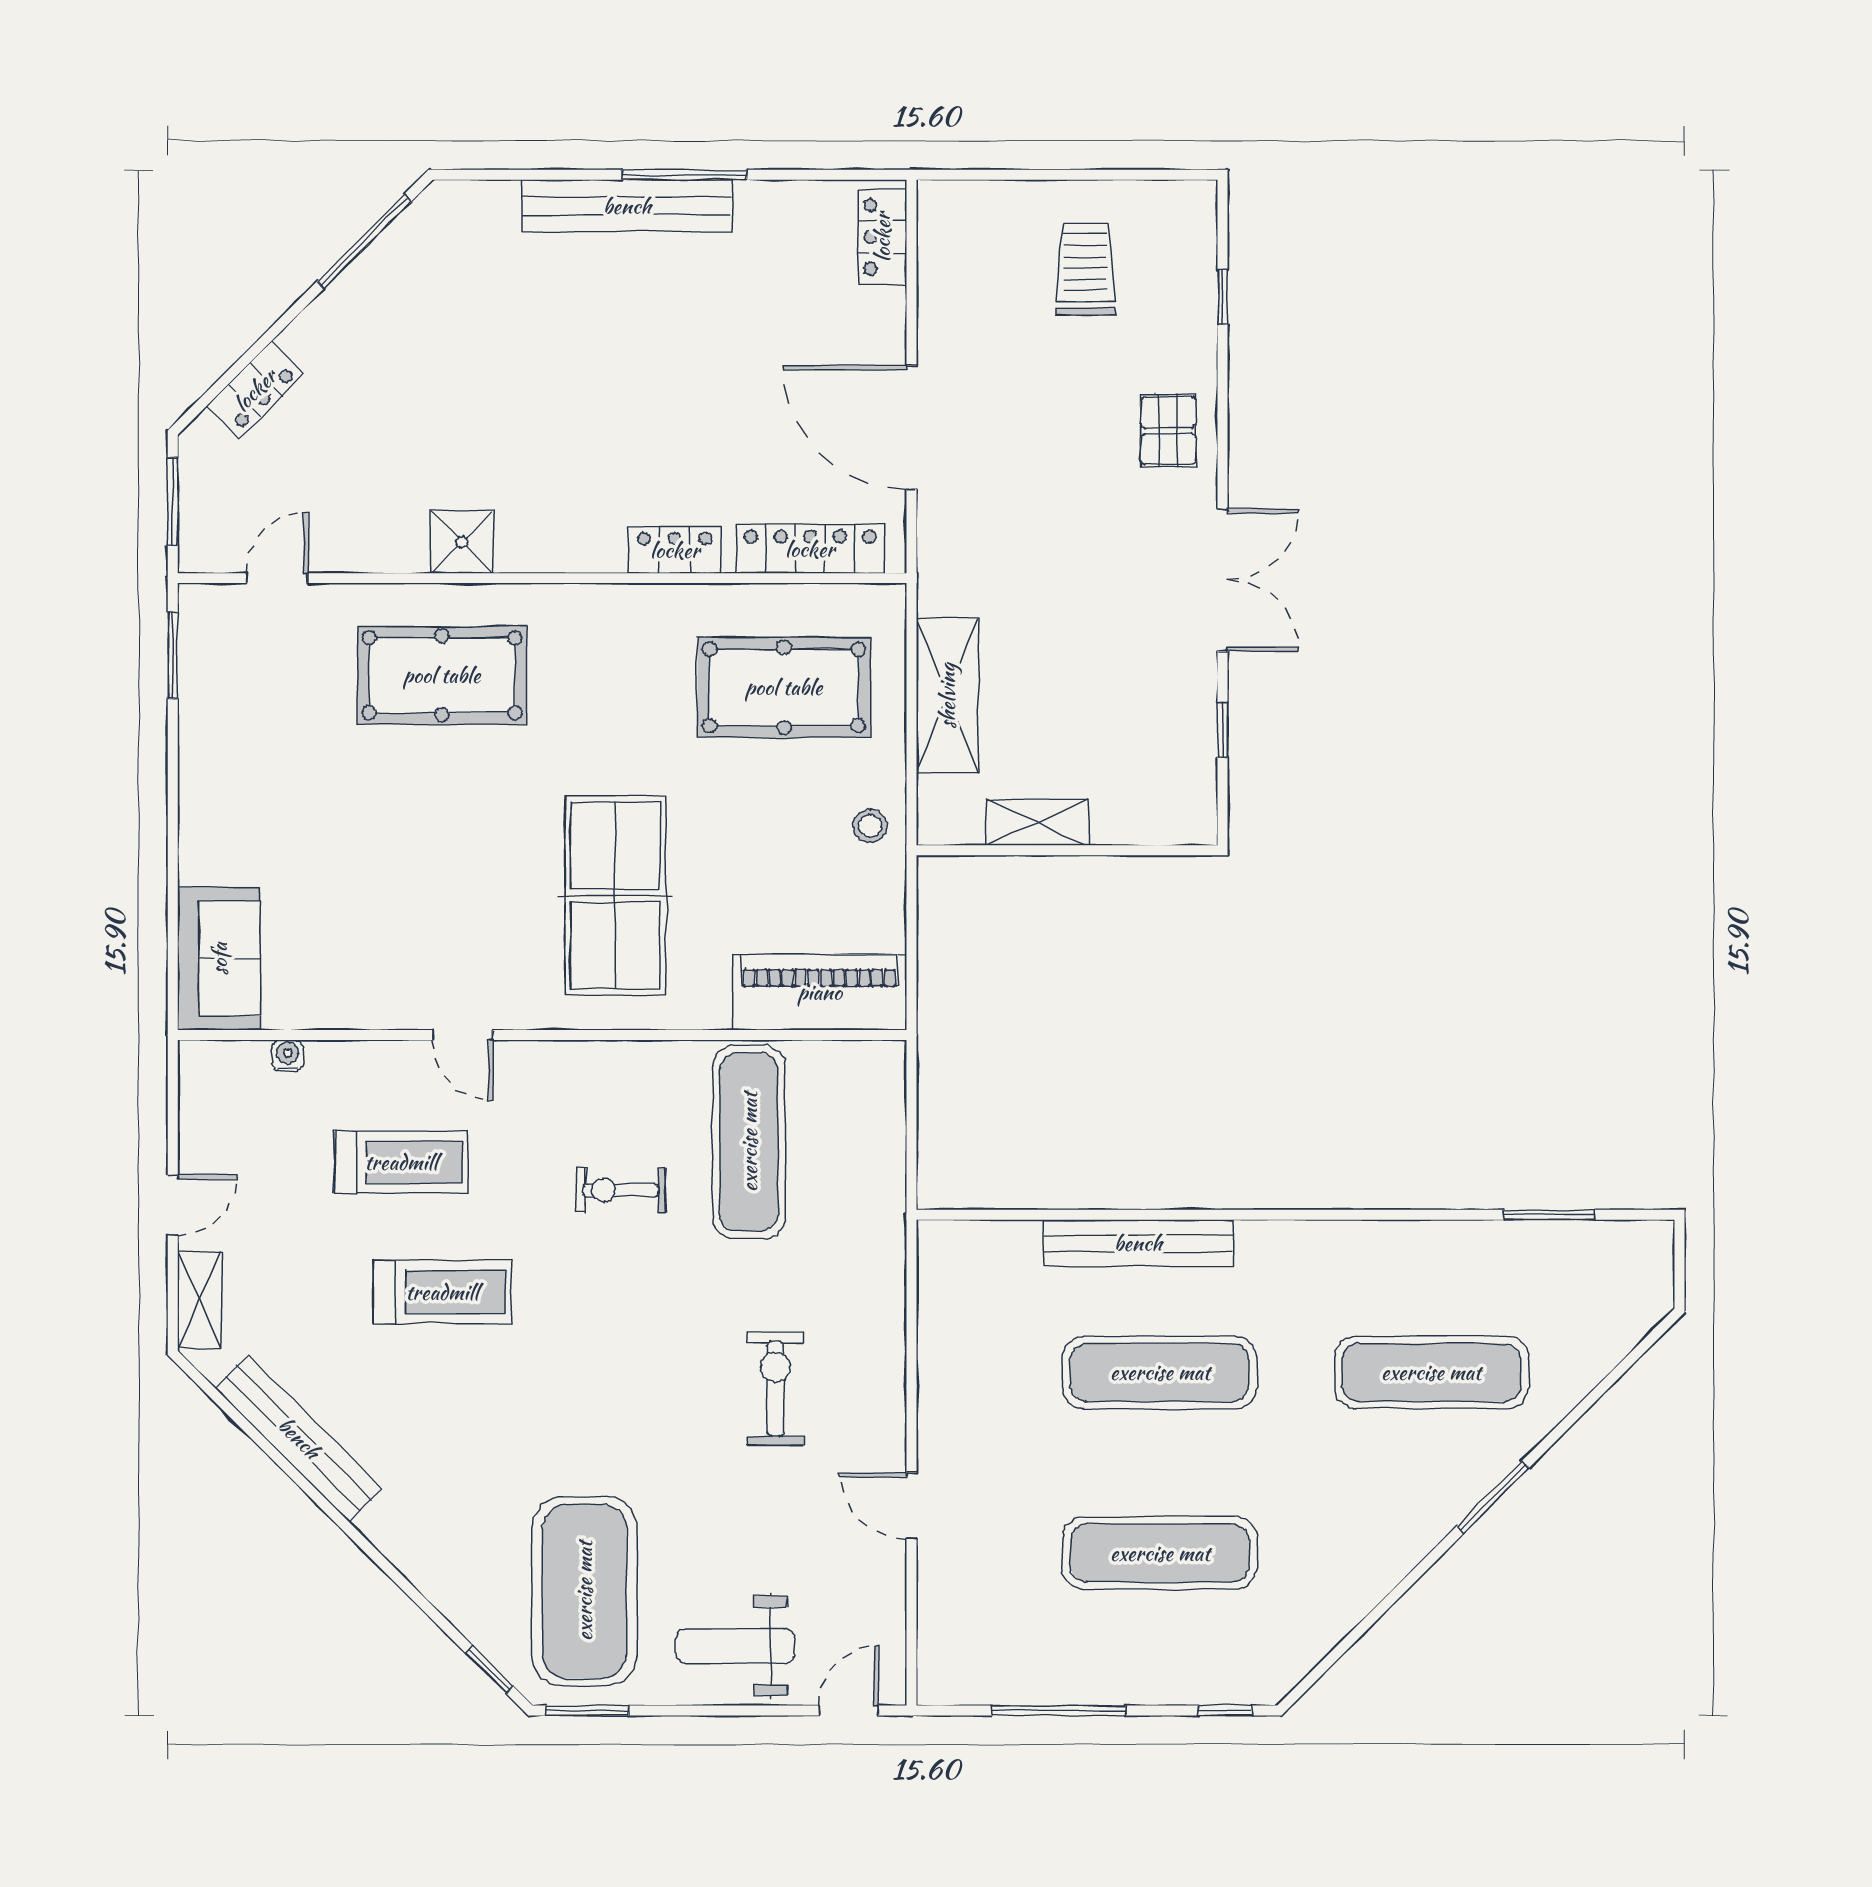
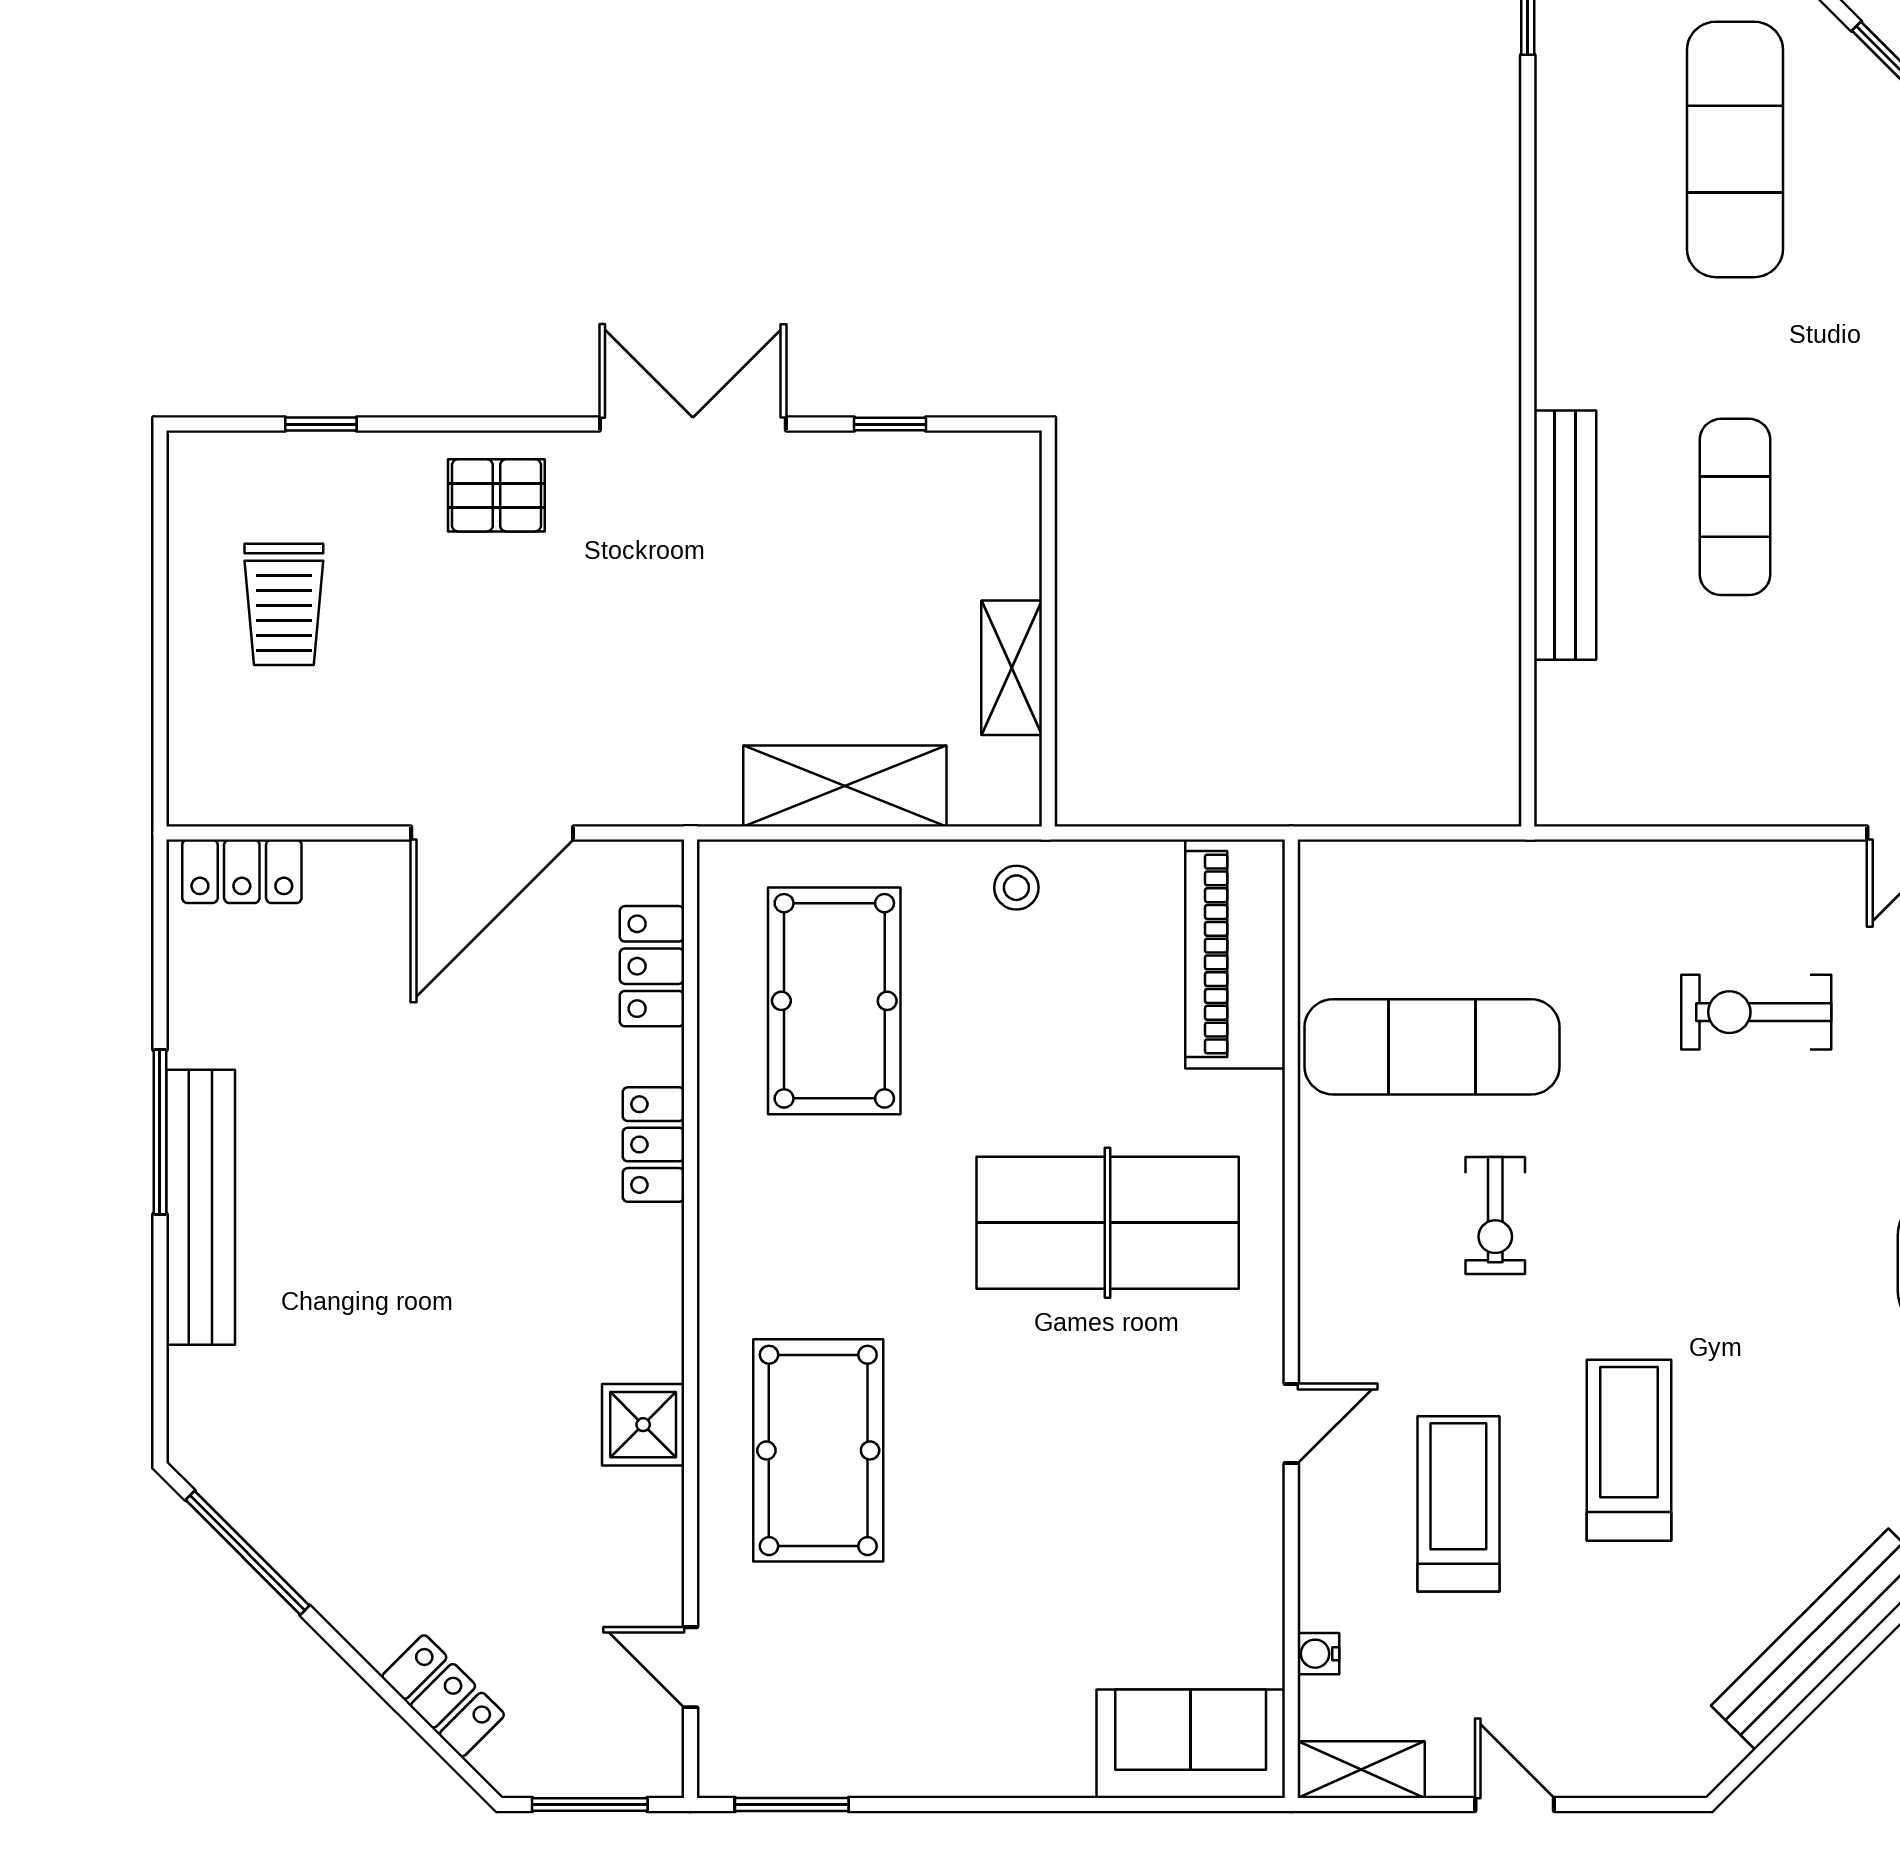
trolley: (1085, 269) -> (284, 604), turned -90
locker: (810, 549) -> (652, 966), width x0.66
shelving: (199, 1300) -> (1361, 1770), moved
exercise mat: (1160, 1372) -> (1735, 507), width x0.73, depth x0.69

